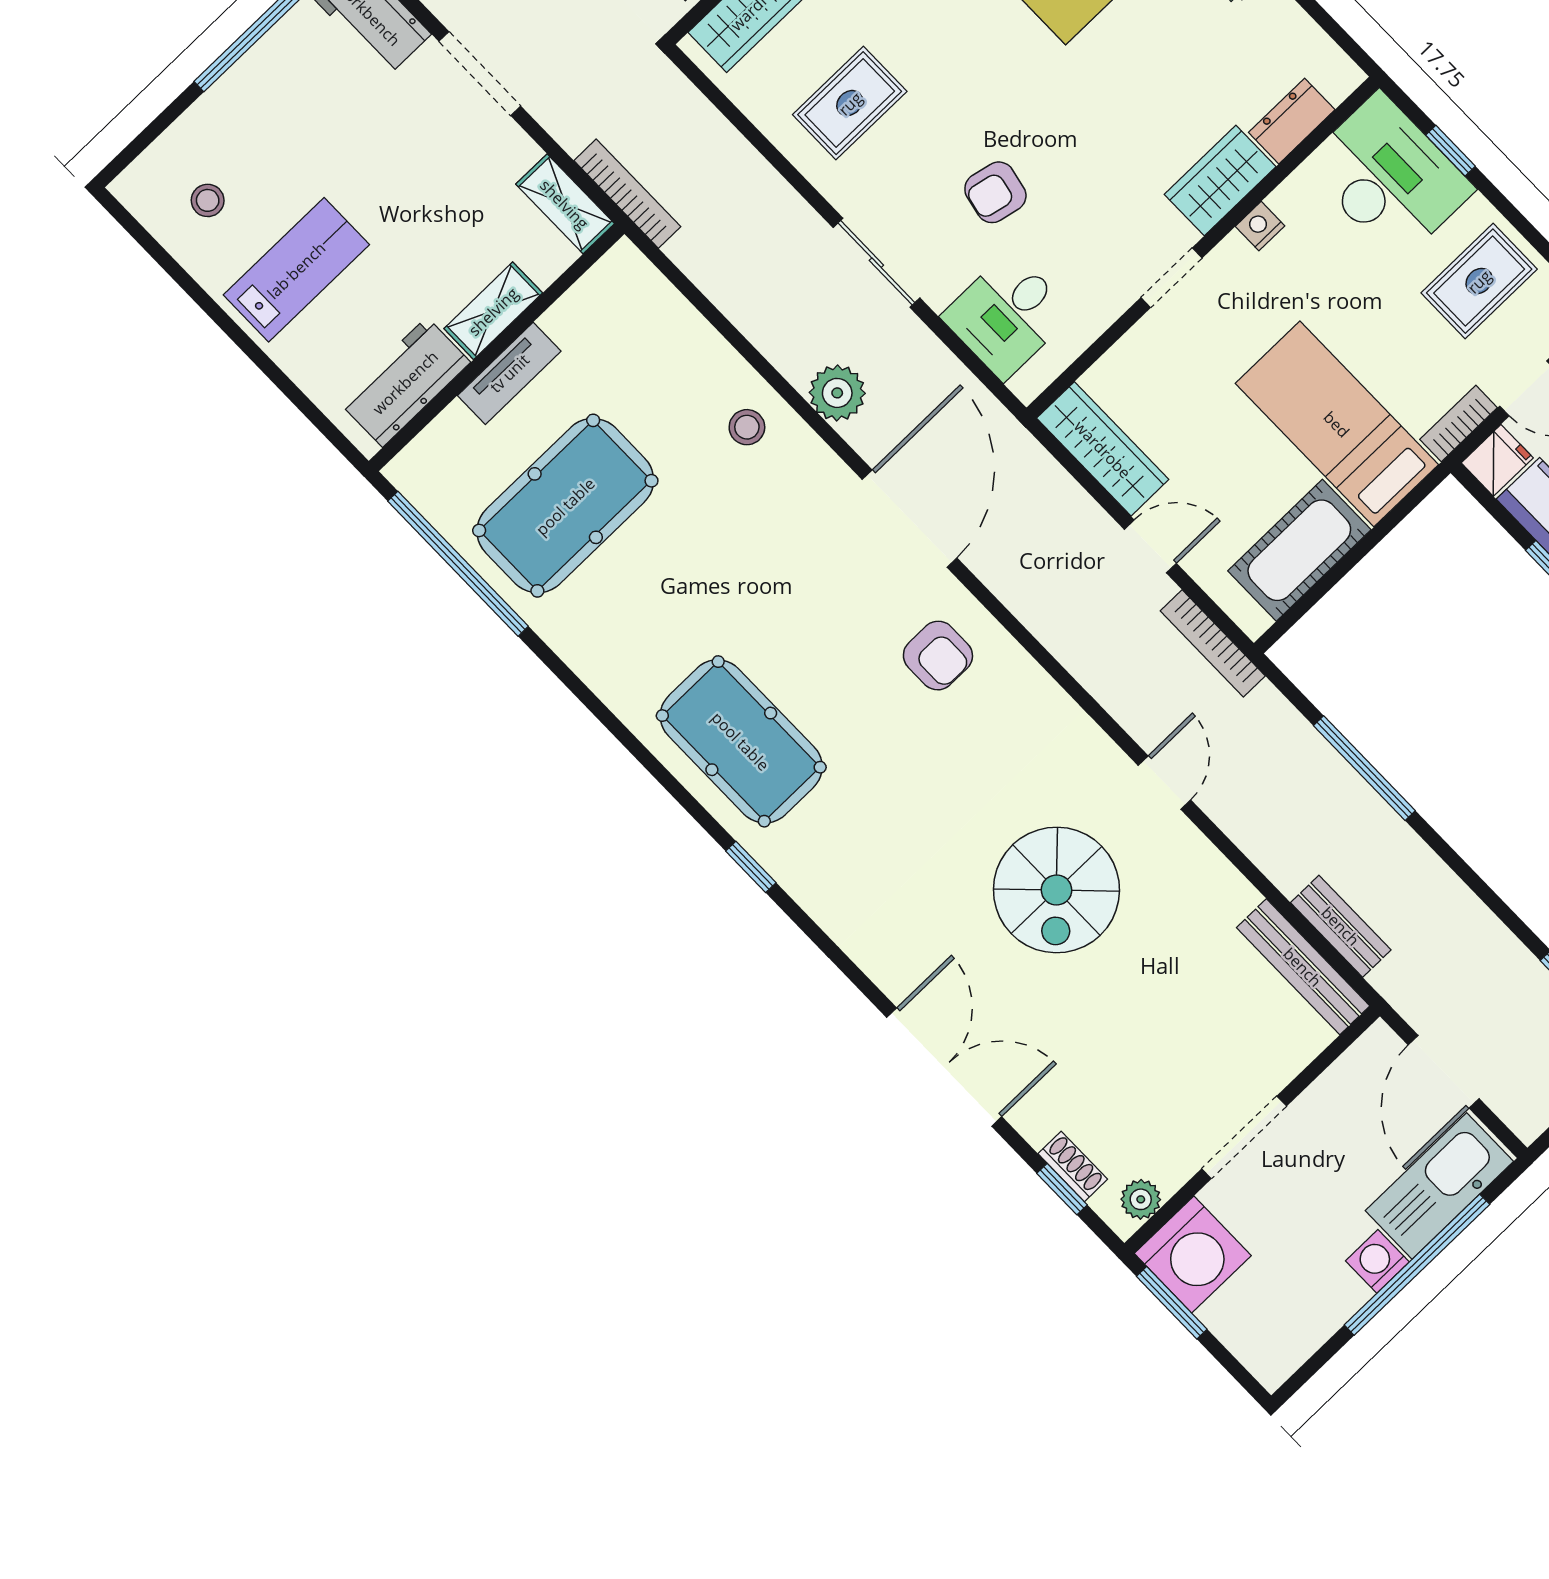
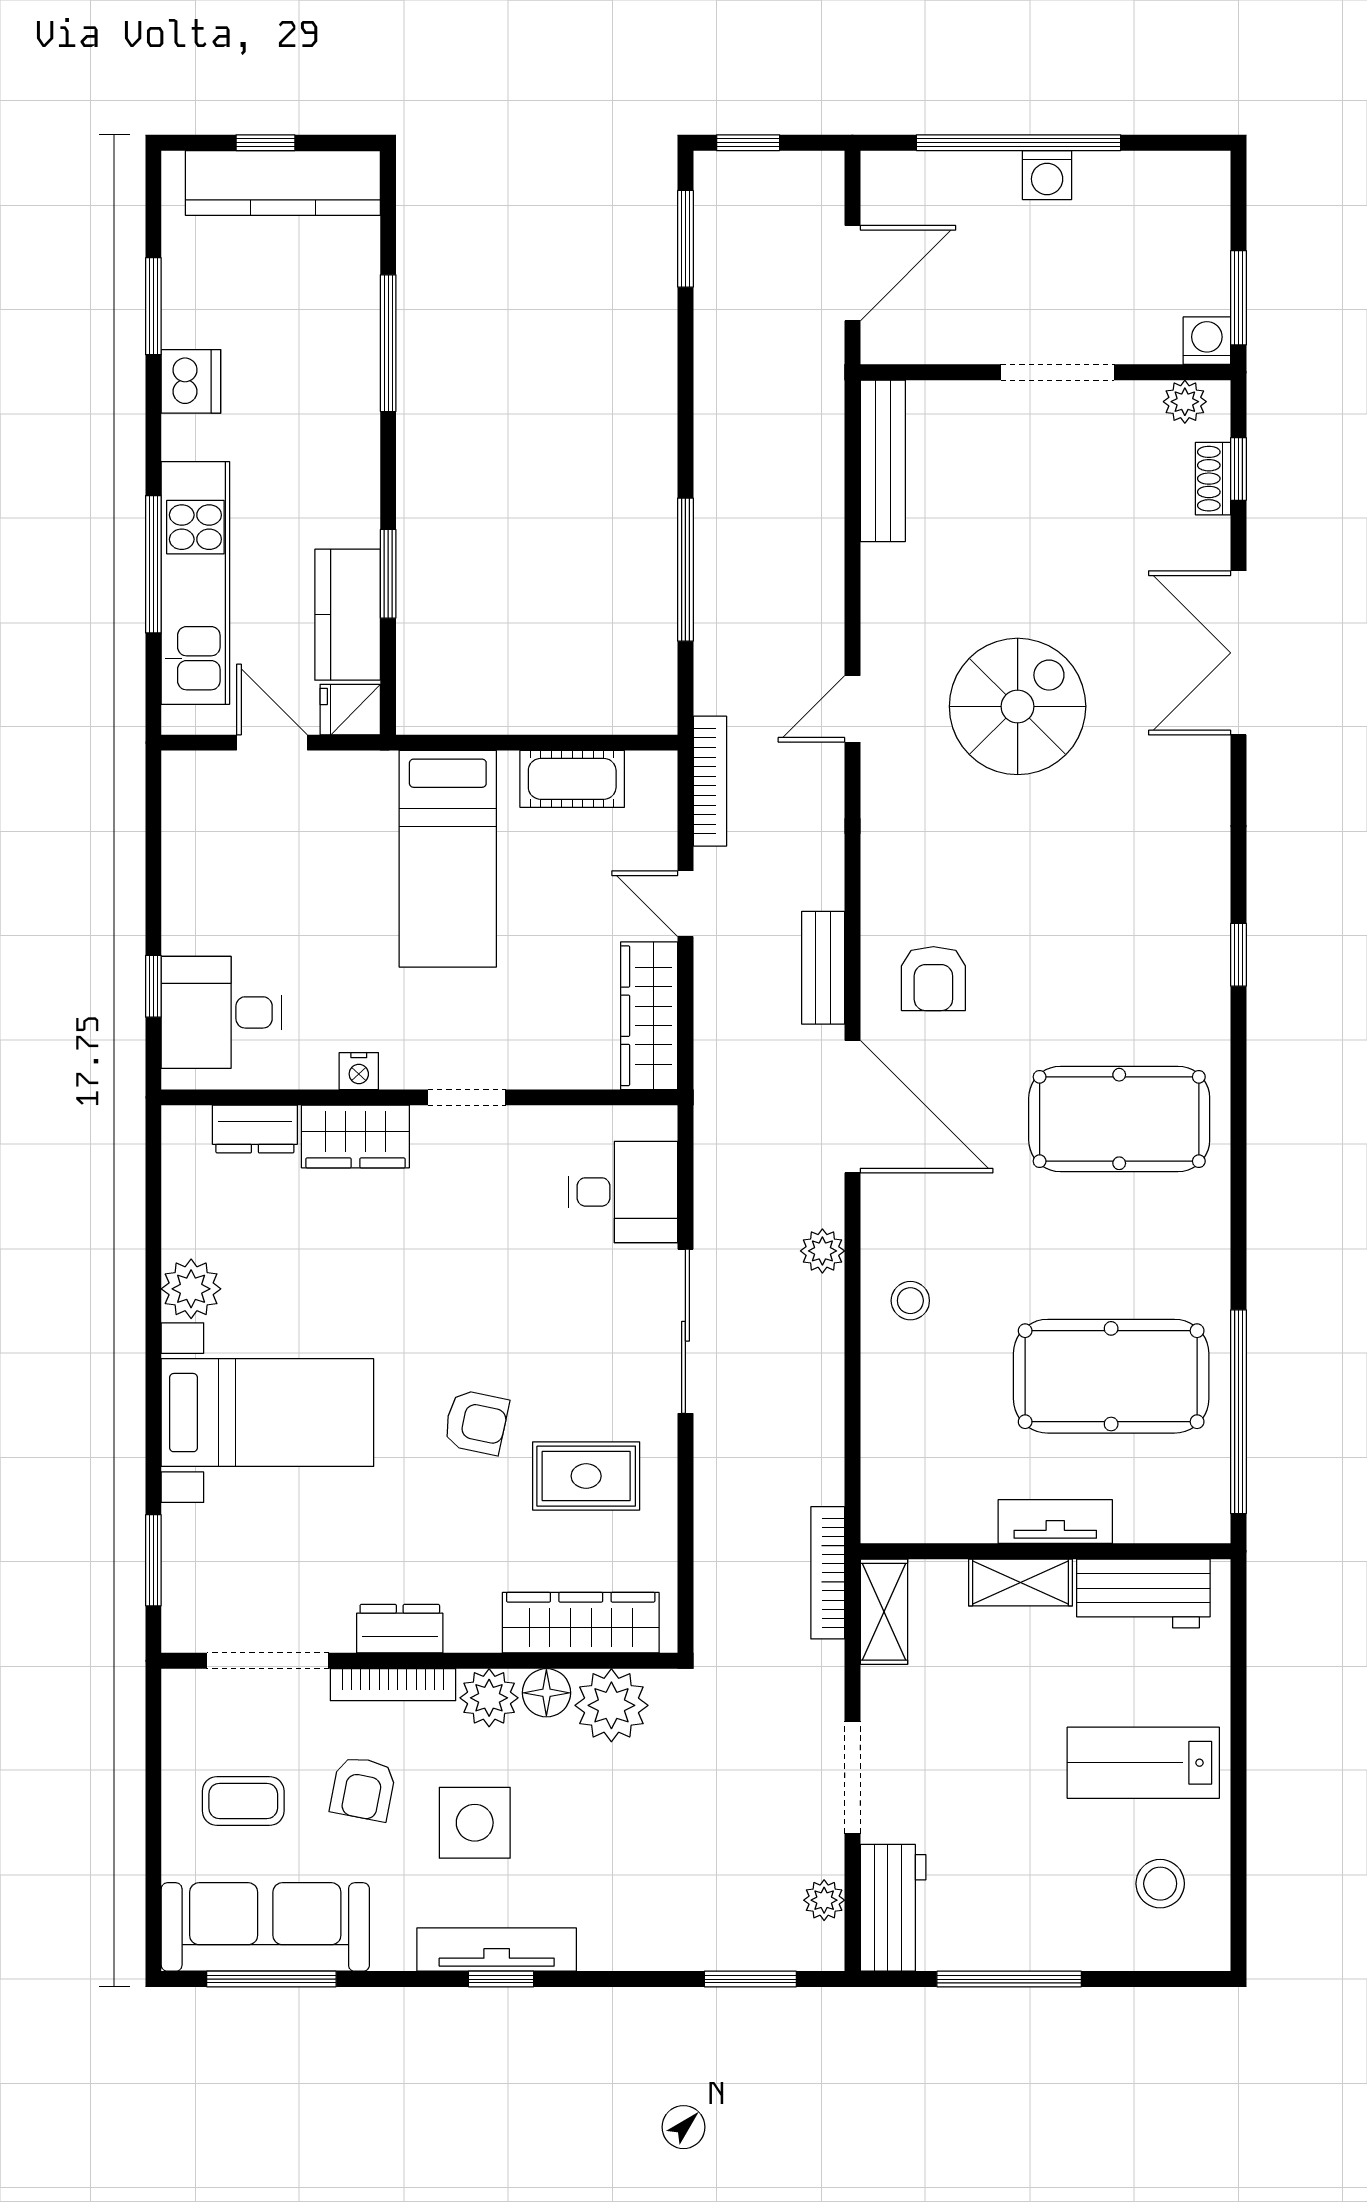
desk: (1389, 177) -> (222, 1012), width x0.73
armchair: (995, 192) -> (476, 1422), moved
stool: (208, 200) -> (1160, 1884), width x1.37, depth x1.37
sliding door: (876, 263) -> (685, 1331), width x1.37
rug: (1479, 281) -> (229, 863), removed
plant: (837, 393) -> (822, 1251), width x0.73, depth x0.73
bookcase: (1459, 424) -> (353, 767), removed
door: (910, 519) -> (852, 1107), swing flipped
cot: (1299, 550) -> (572, 779), width x0.73, depth x0.75
armchair: (938, 656) -> (933, 979), turned 180
pool table: (741, 741) -> (1119, 1119), moved, turned 90
bench: (1341, 926) -> (823, 968), moved
kitchen sink: (1439, 1186) -> (942, 187), removed
washing machine: (1193, 1254) -> (1207, 341), width x0.53, depth x0.53

